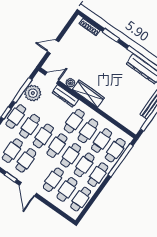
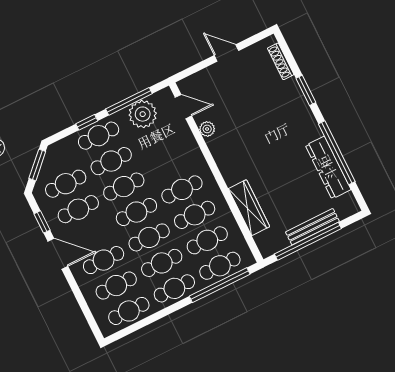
door: (53, 47) -> (226, 53), moved
wardrobe: (88, 94) -> (249, 208), moved
dresser: (65, 96) -> (189, 145), removed
door: (28, 189) -> (58, 254), swing flipped

